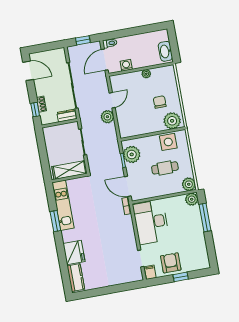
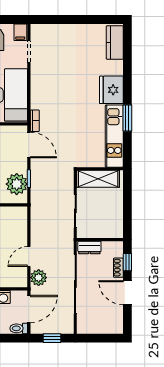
door: (28, 71) -> (127, 293), moved
plant: (107, 117) -> (39, 278), moved
fridge: (74, 253) -> (111, 90), moved

